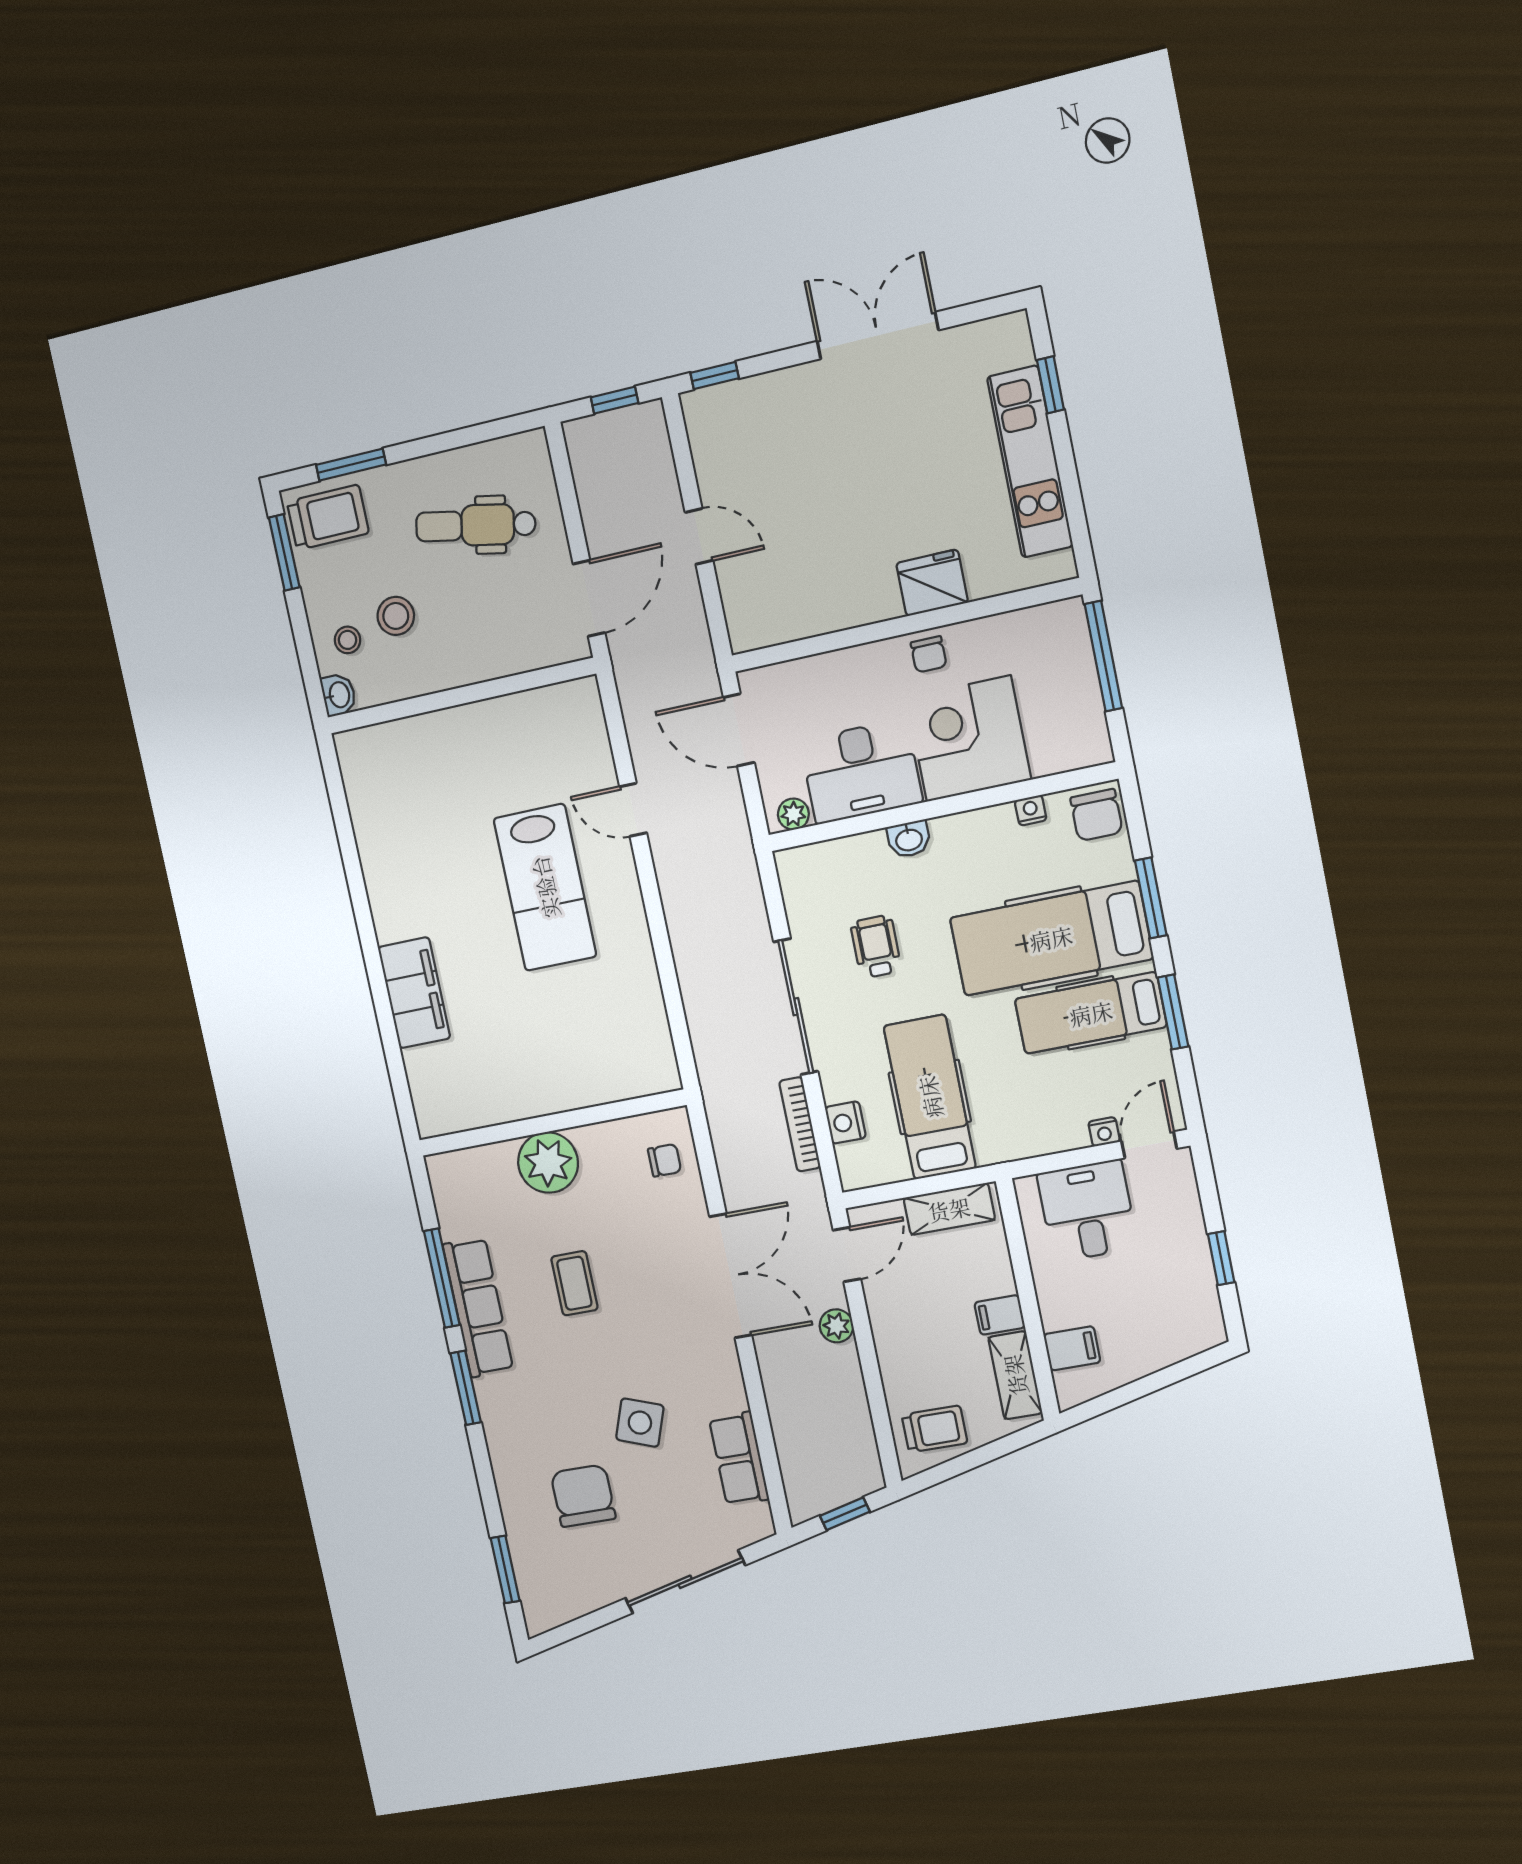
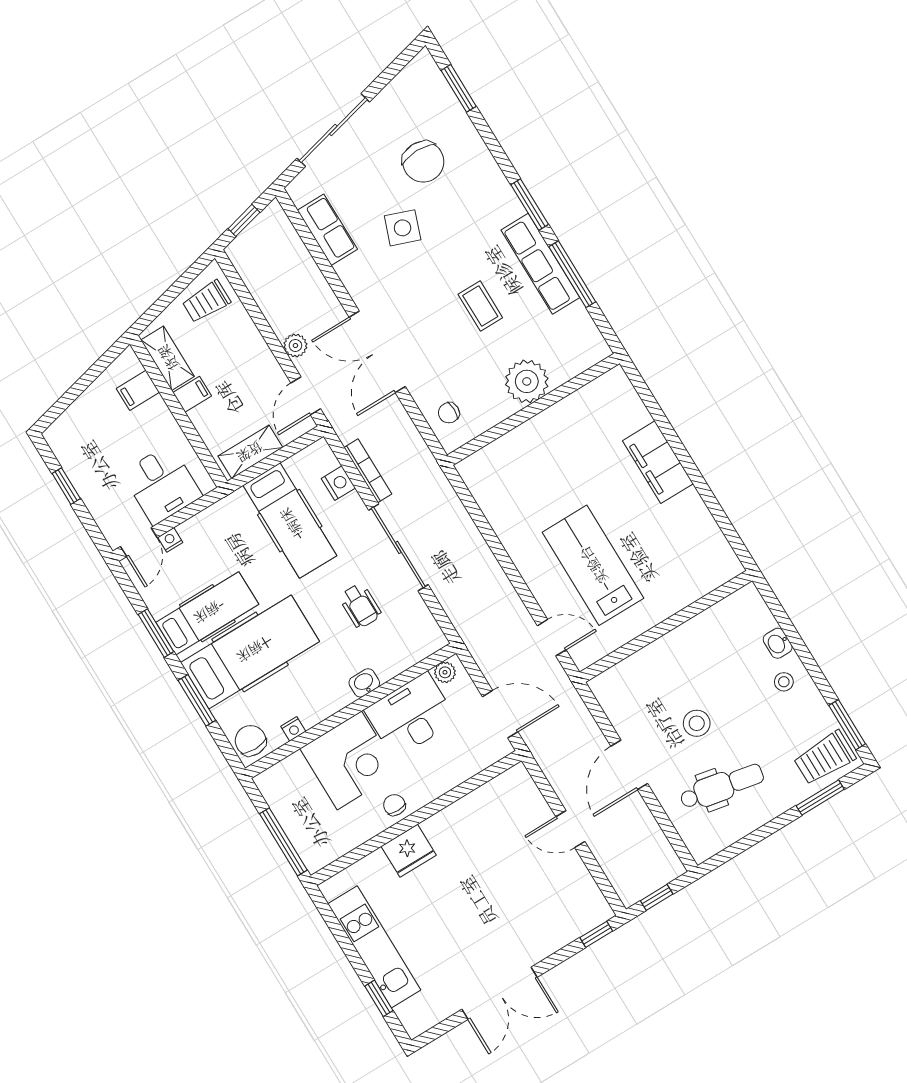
stool: (396, 616) -> (697, 723), moved
wall: (461, 696) -> (666, 626), moved

